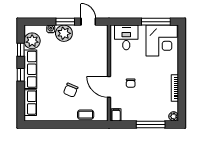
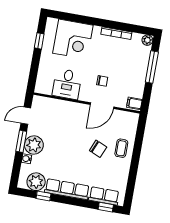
window: (156, 22) -> (39, 41), width x0.46
desk: (126, 37) -> (67, 84), moved, turned -90
corner desk: (162, 40) -> (73, 39), moved, turned 90
window: (21, 75) -> (106, 207), moved
coffee table: (86, 115) -> (121, 148), moved

